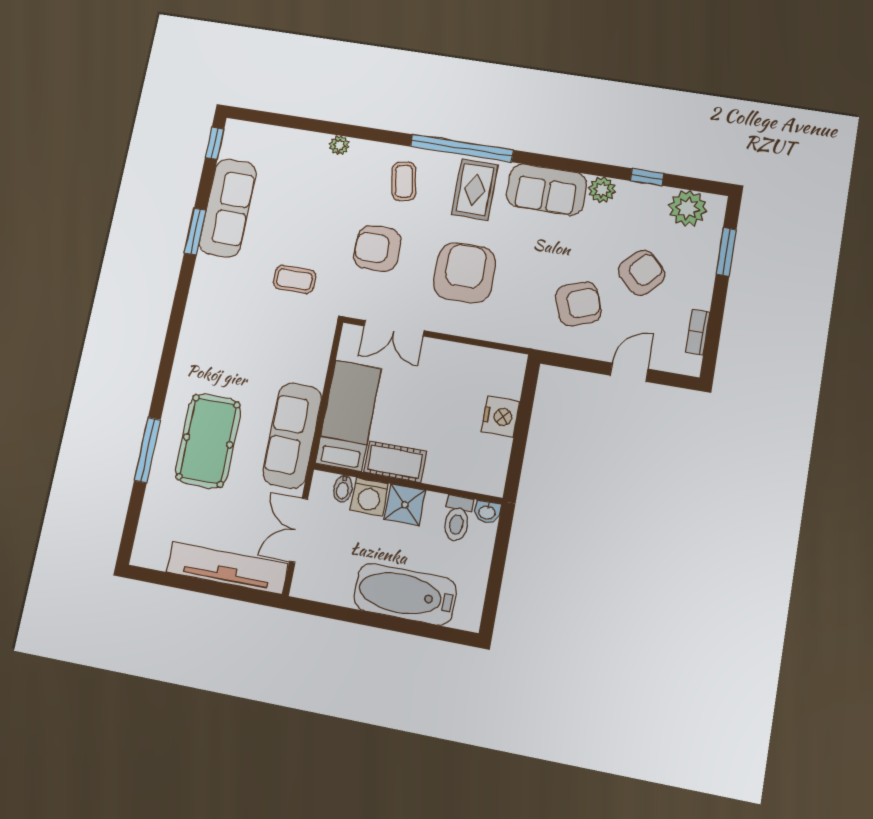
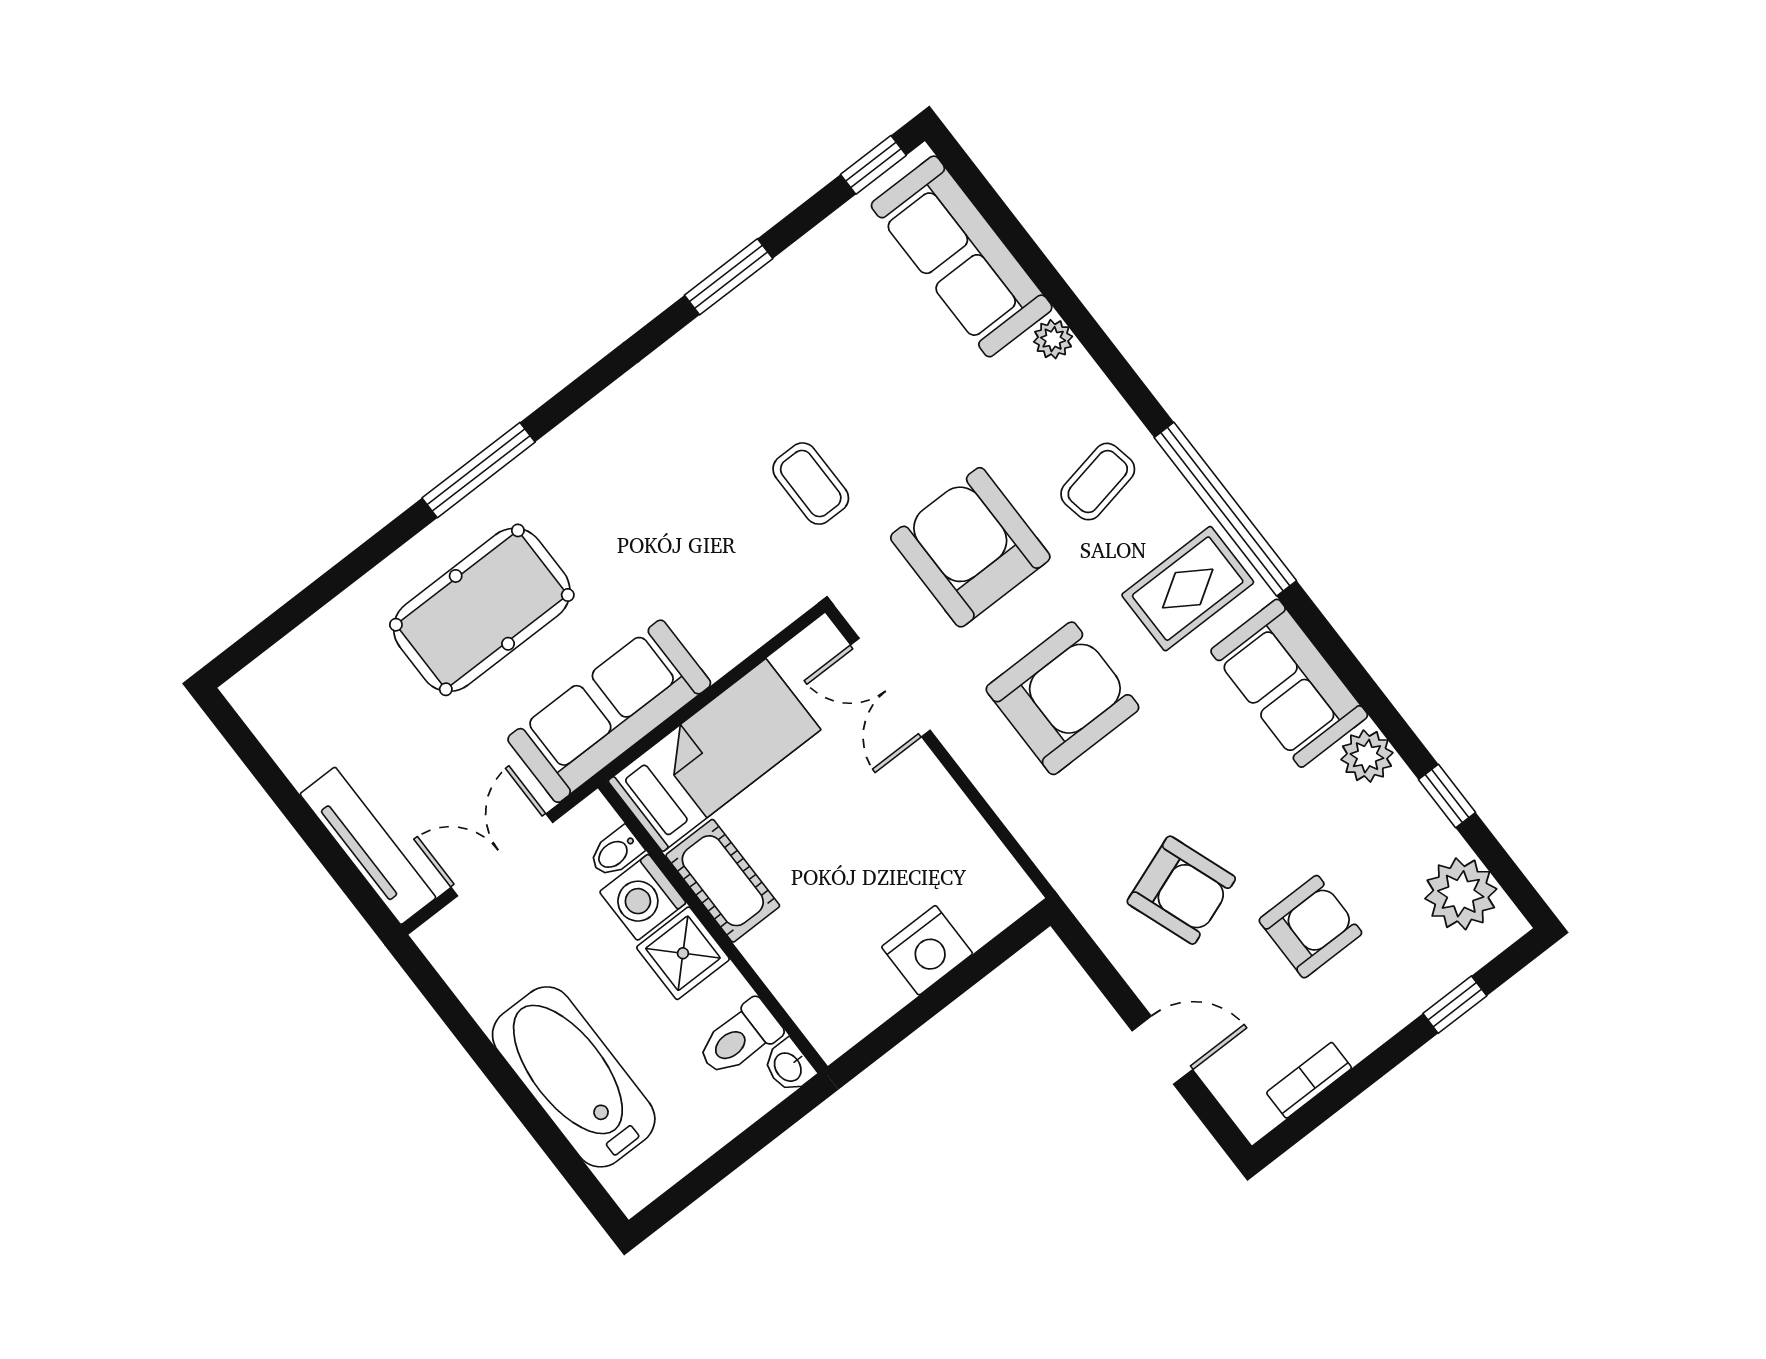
sofa: (228, 208) -> (962, 256), moved, turned 90
armchair: (377, 248) -> (970, 547), width x1.36, depth x1.36
window: (726, 252) -> (1455, 1005), width x0.67
armchair: (642, 273) -> (1310, 927), turned -44
window: (147, 450) -> (479, 470), moved
tv unit: (227, 568) -> (368, 846), width x0.73, depth x0.78

